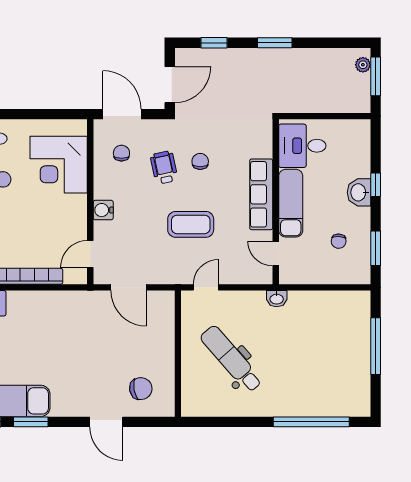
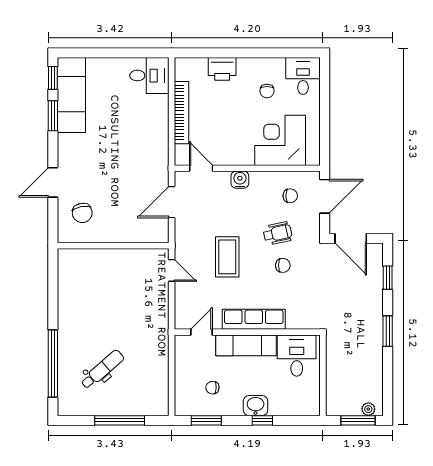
washbasin: (277, 299) -> (162, 333), removed
dental chair: (231, 359) -> (102, 369), moved, width x0.73, depth x0.72

